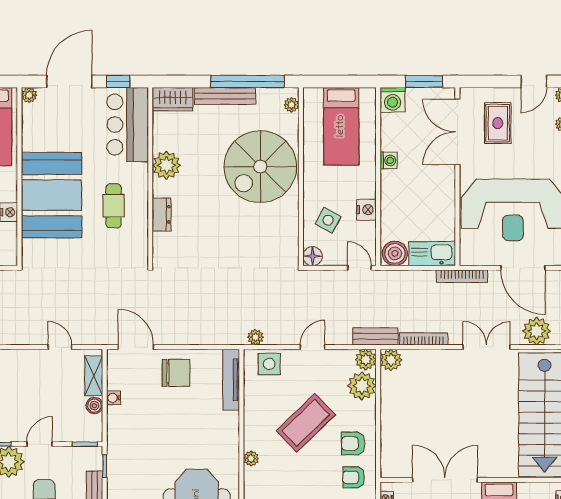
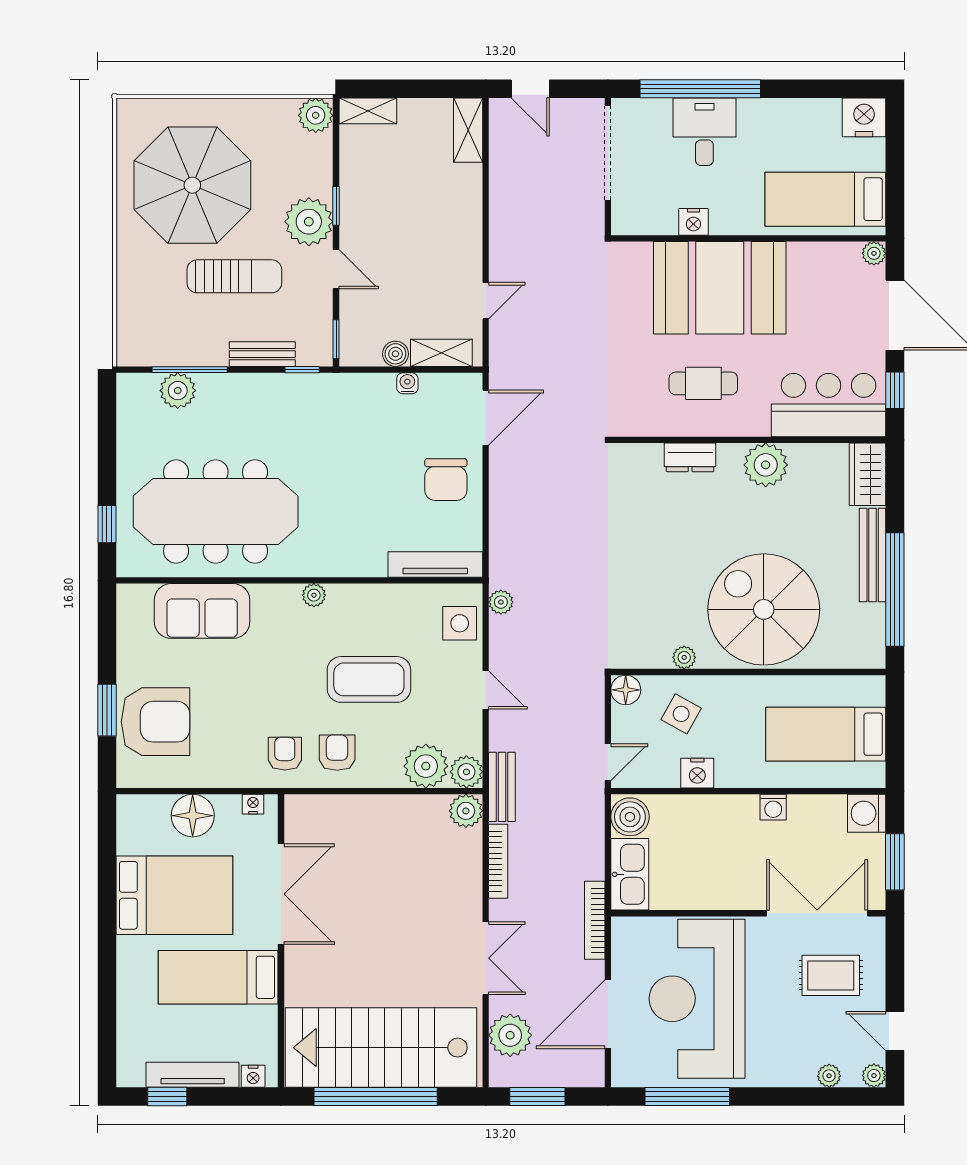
plant: (291, 105) -> (684, 657), moved
coffee table: (306, 423) -> (369, 679), turned -46

